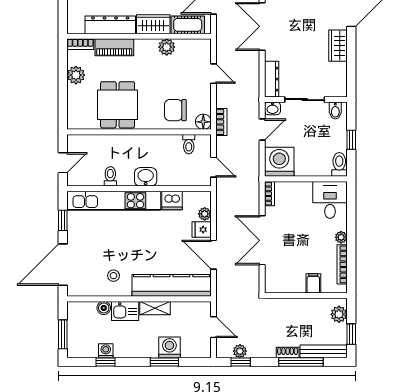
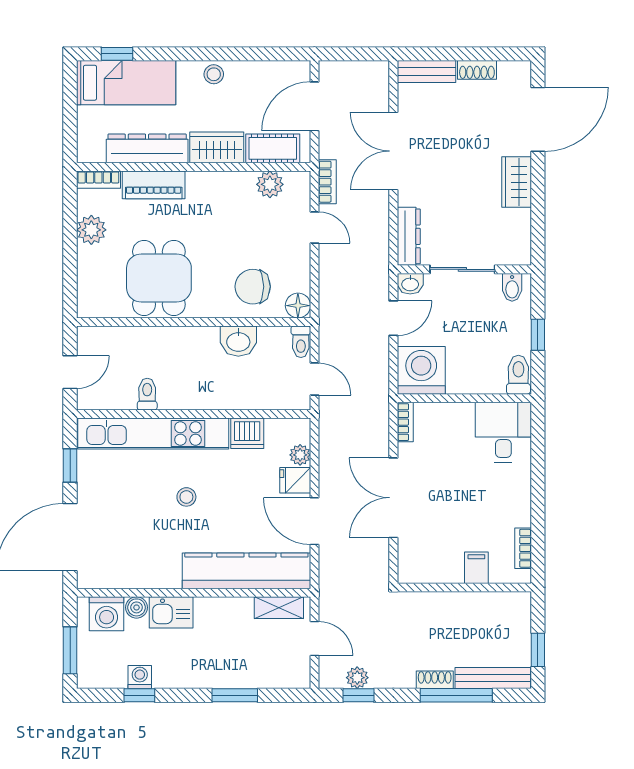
plant: (167, 47) -> (270, 184), moved
bookcase: (221, 122) -> (327, 182), moved
toilet: (189, 144) -> (301, 342), moved
washbasin: (146, 177) -> (238, 341), moved, turned 180
plant: (341, 237) -> (521, 493), removed
bookcase: (342, 264) -> (523, 548), width x0.64
stool: (114, 276) -> (186, 497), moved
shelving: (155, 308) -> (279, 608), moved
plant: (339, 314) -> (518, 618), removed
washing machine: (169, 347) -> (107, 614), moved, turned 180

